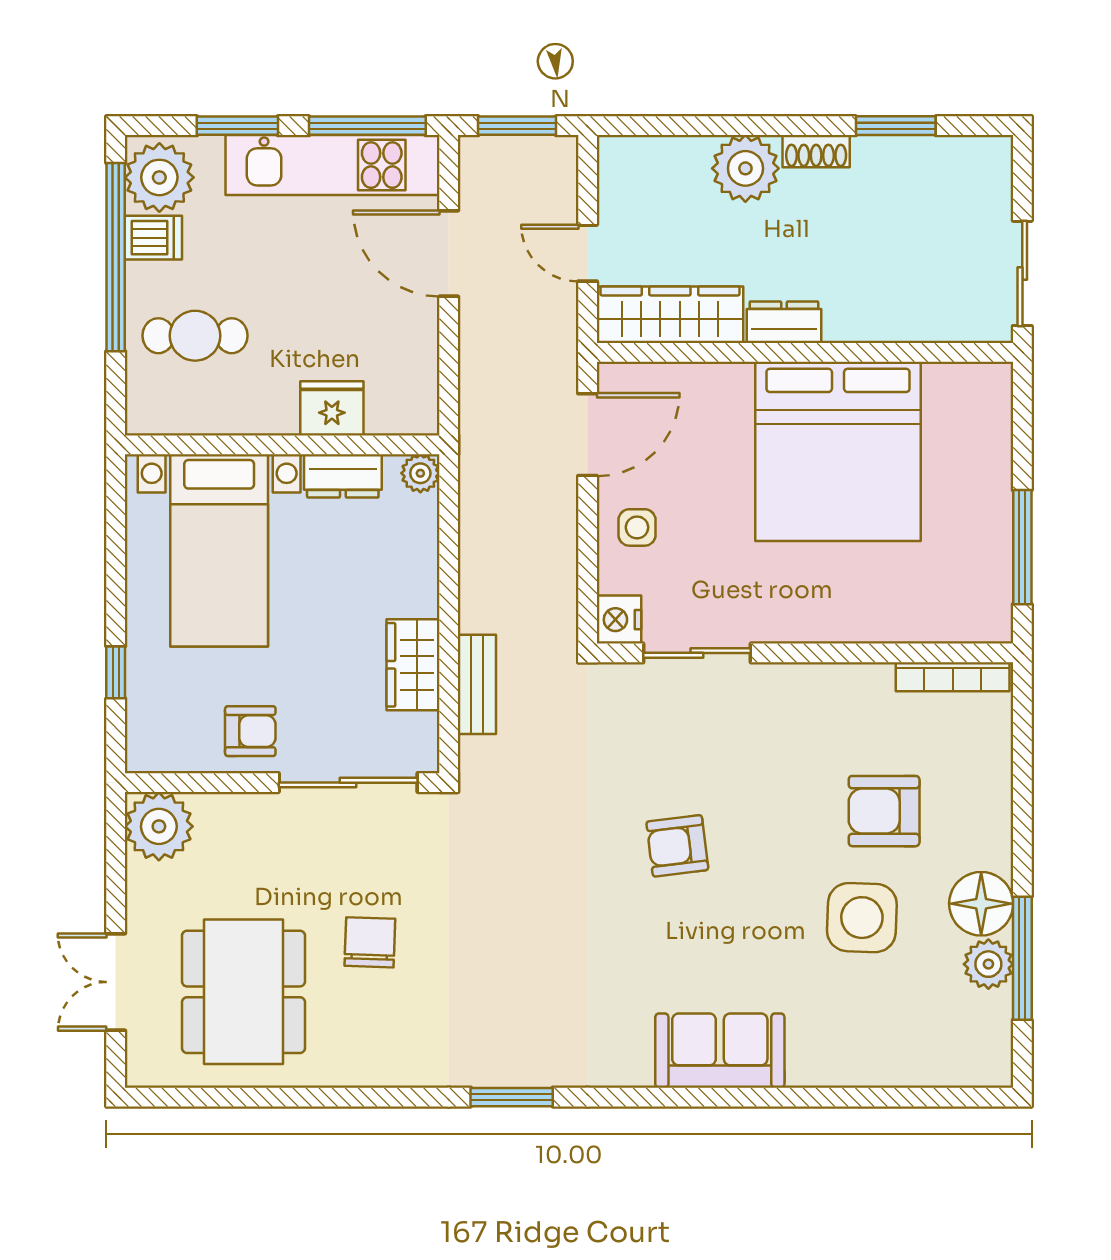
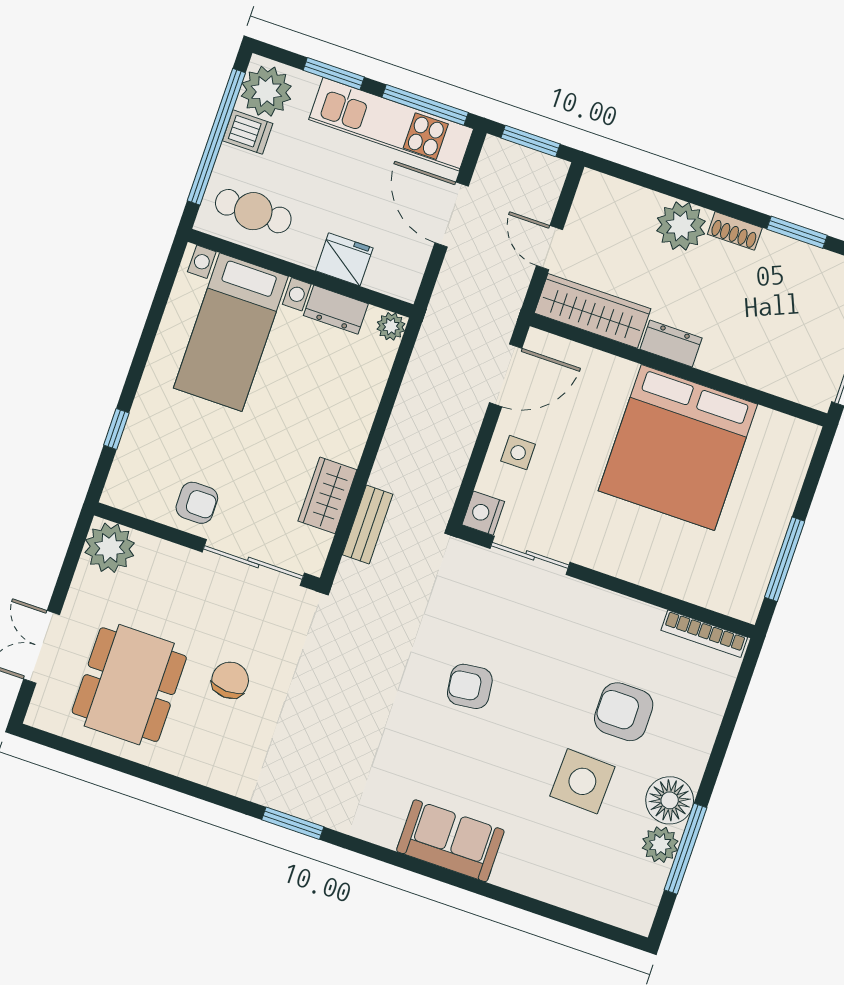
fridge: (332, 408) -> (344, 259), moved
wall: (282, 445) -> (301, 273), moved
plant: (420, 473) -> (391, 326), moved
dresser: (343, 476) -> (336, 310), moved
bed with nightstands: (219, 550) -> (231, 332), moved

